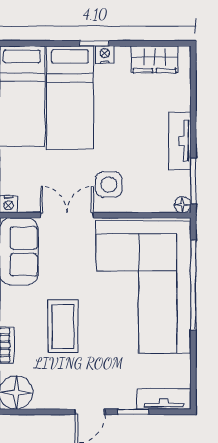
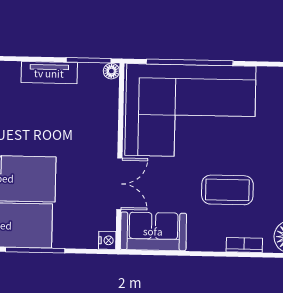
side table: (109, 184) -> (90, 142), removed
double door: (67, 215) -> (119, 184), swing flipped

